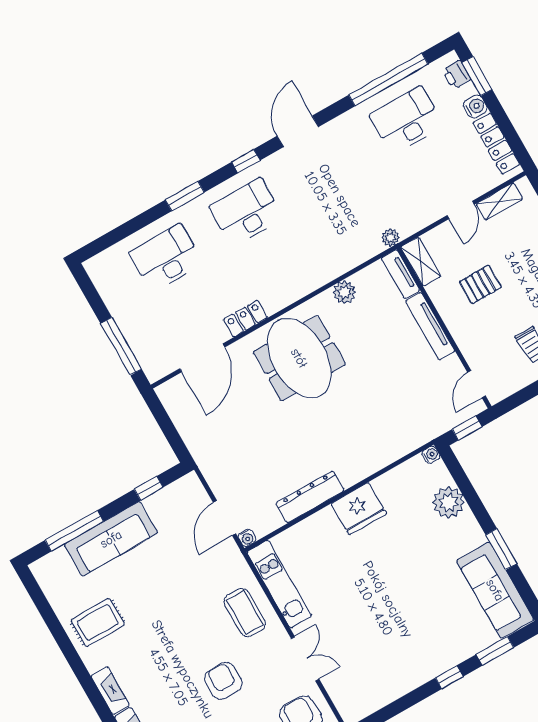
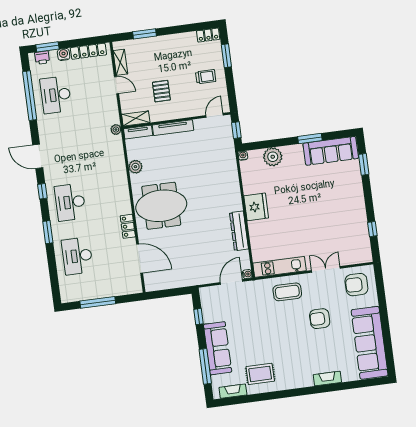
window: (121, 346) -> (98, 302), moved
door: (476, 384) -> (215, 115), swing flipped
door: (224, 518) -> (231, 282), swing flipped
rug: (98, 622) -> (260, 374), turned 90
window: (449, 677) -> (372, 229), moved
fireplace: (110, 690) -> (233, 391), moved

